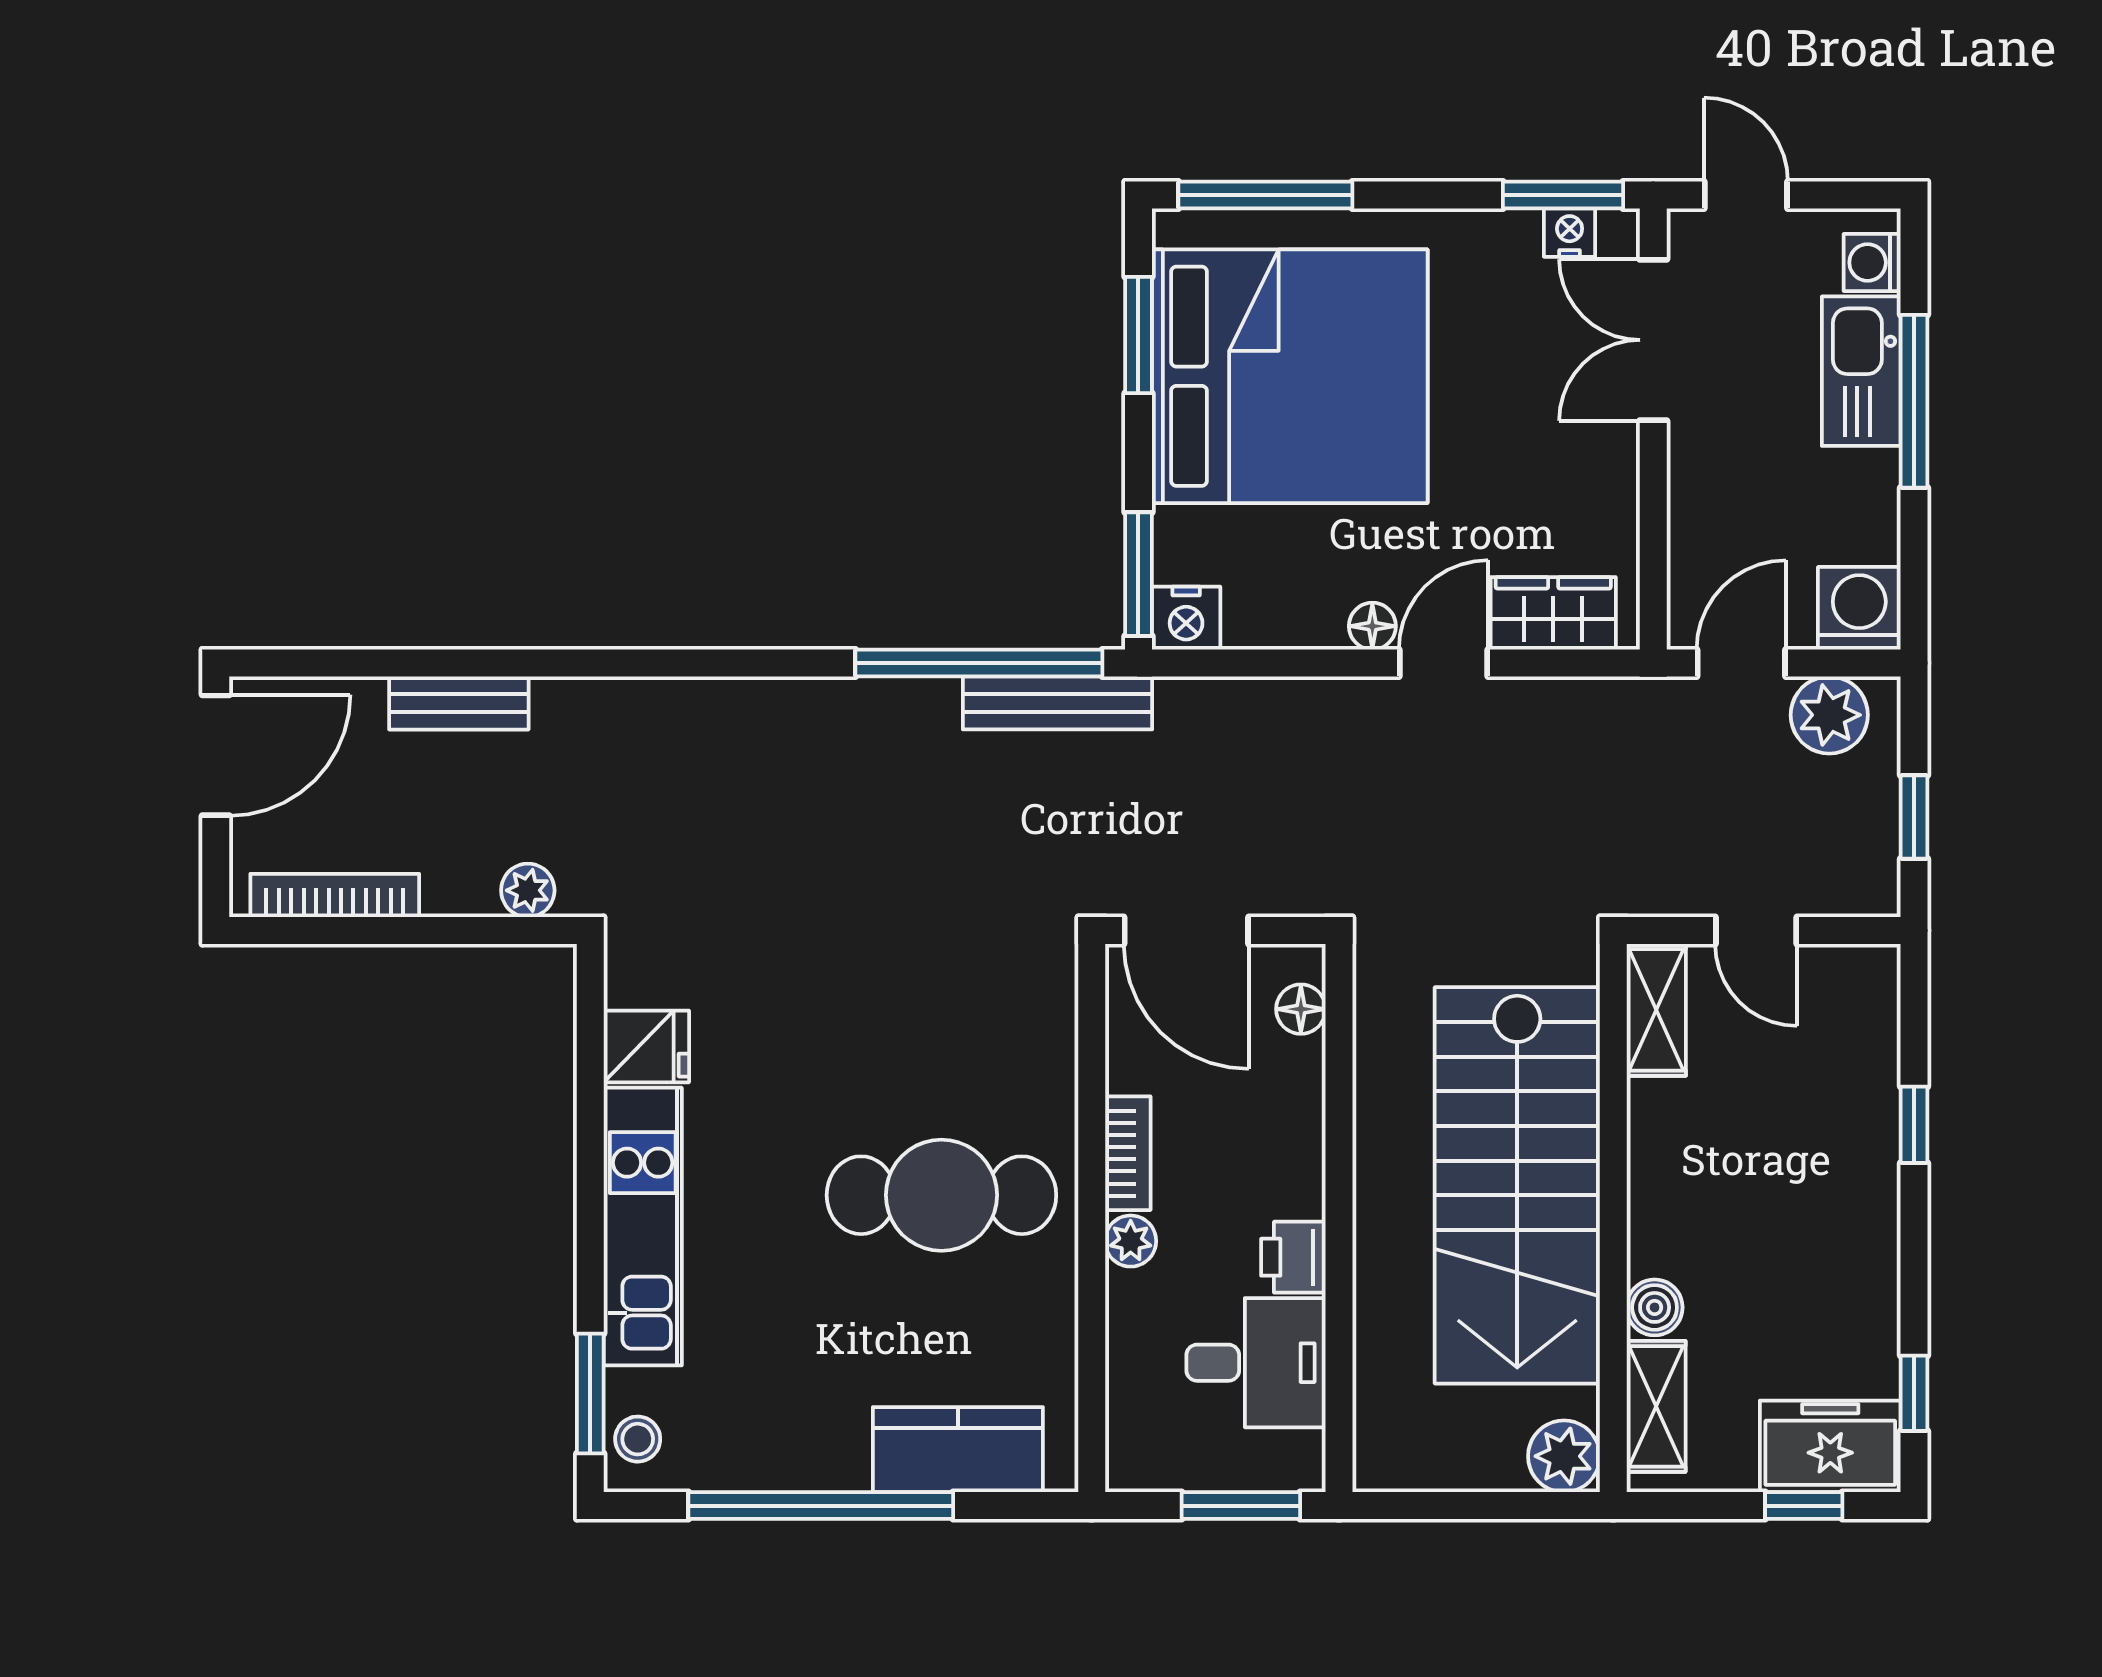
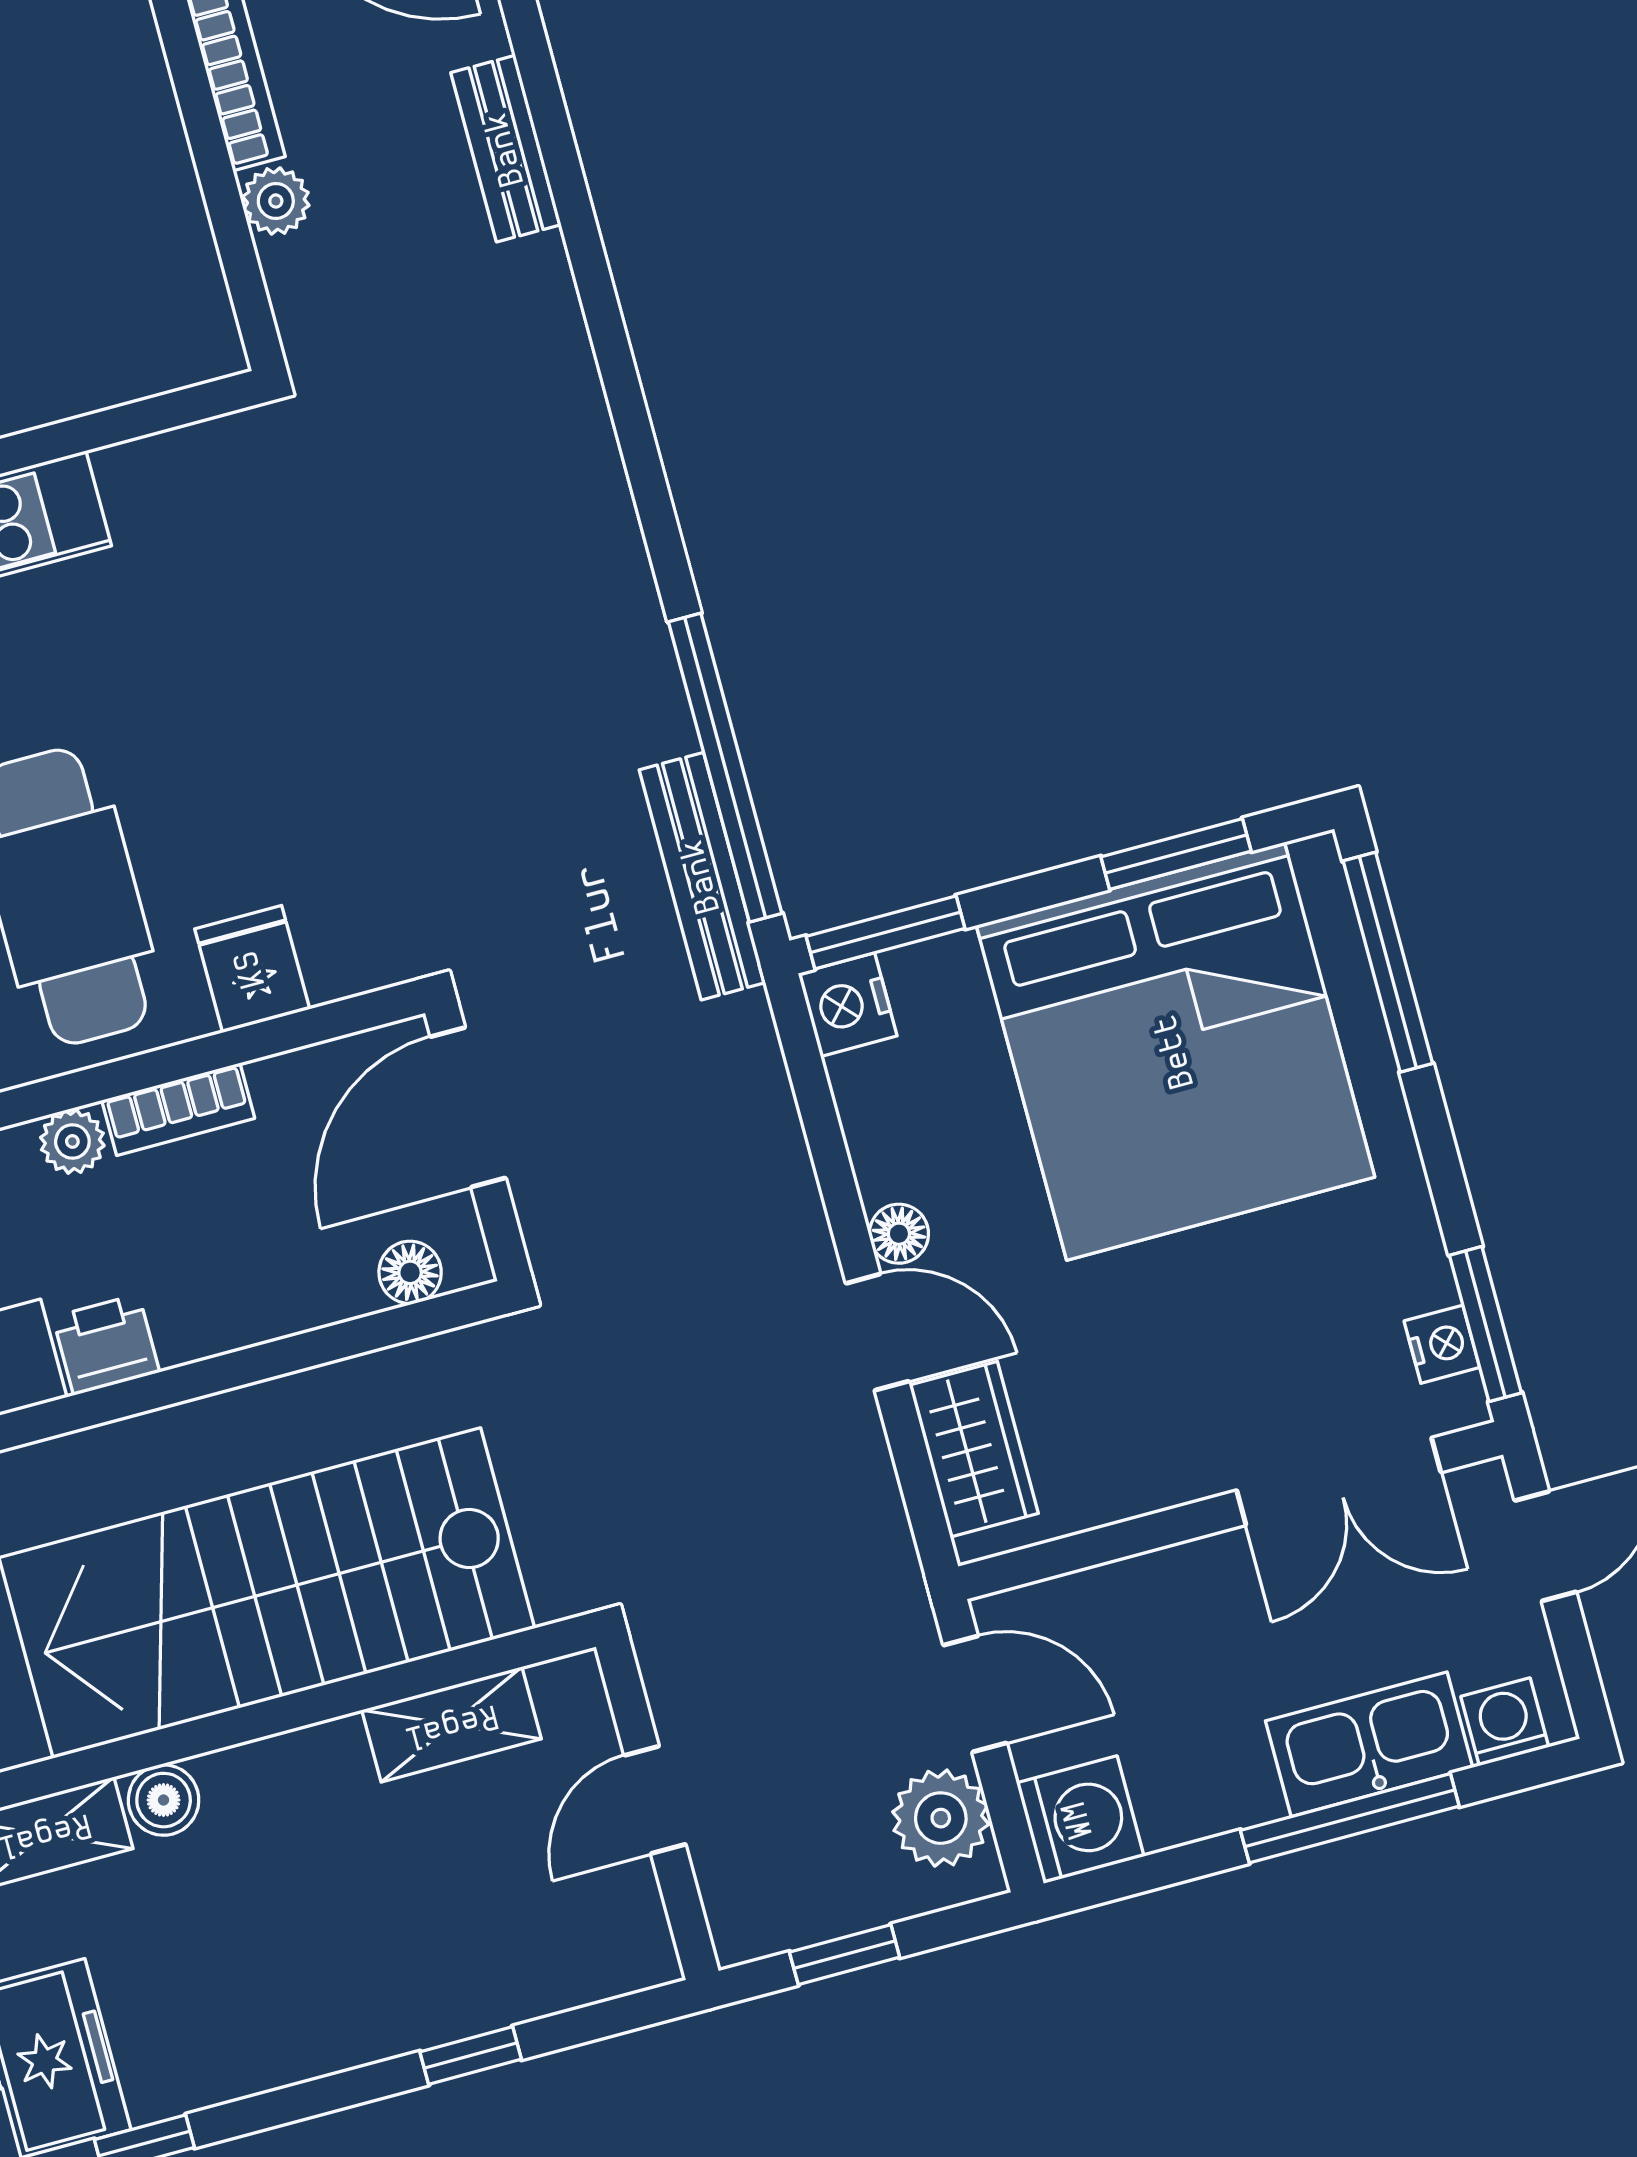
double door: (1653, 340) -> (1339, 1481), swing flipped
plant: (528, 890) -> (276, 201), moved
shelving: (1656, 1010) -> (451, 1725), moved
fridge: (646, 1046) -> (252, 969), moved, turned 180

